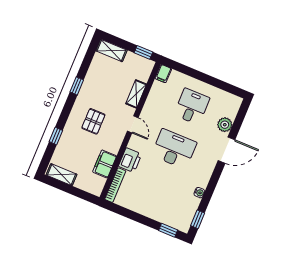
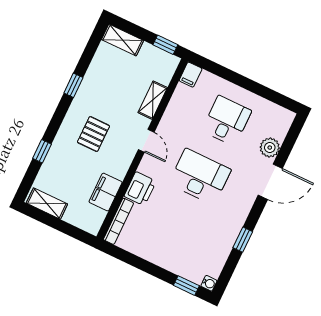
water cooler: (199, 193) -> (209, 283), moved
window: (198, 219) -> (243, 240), moved

